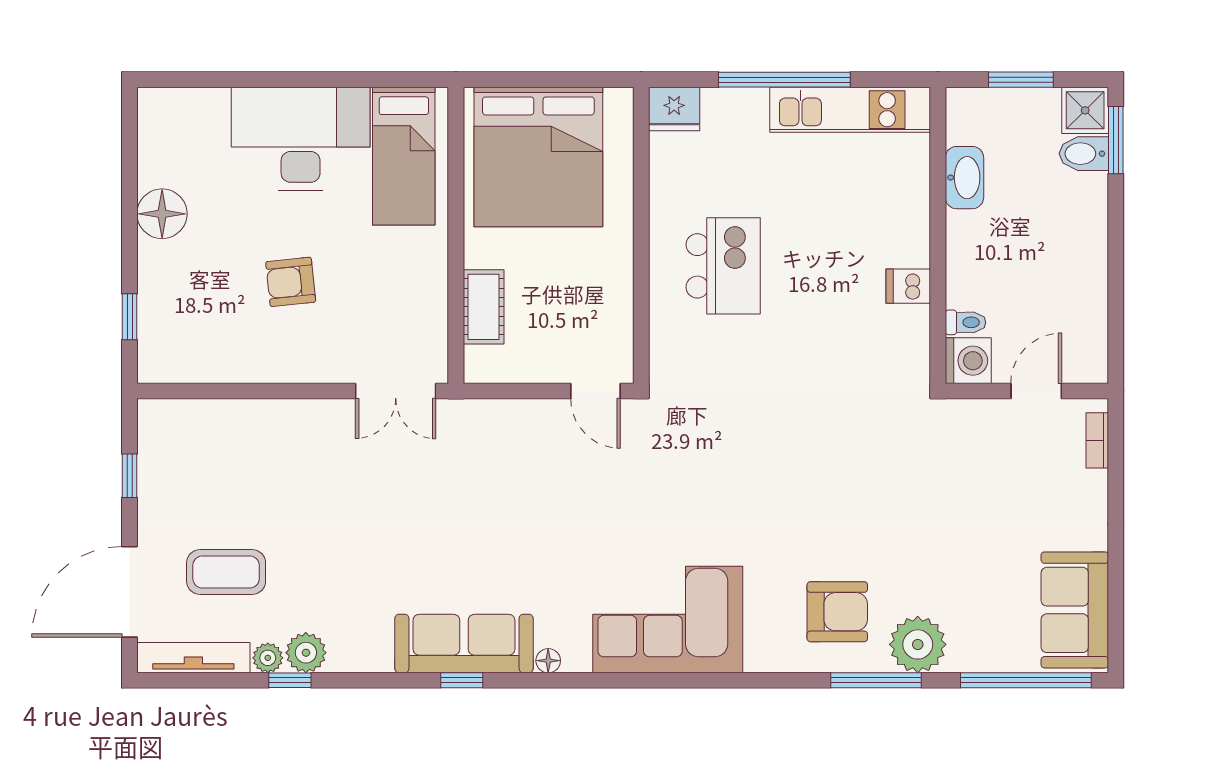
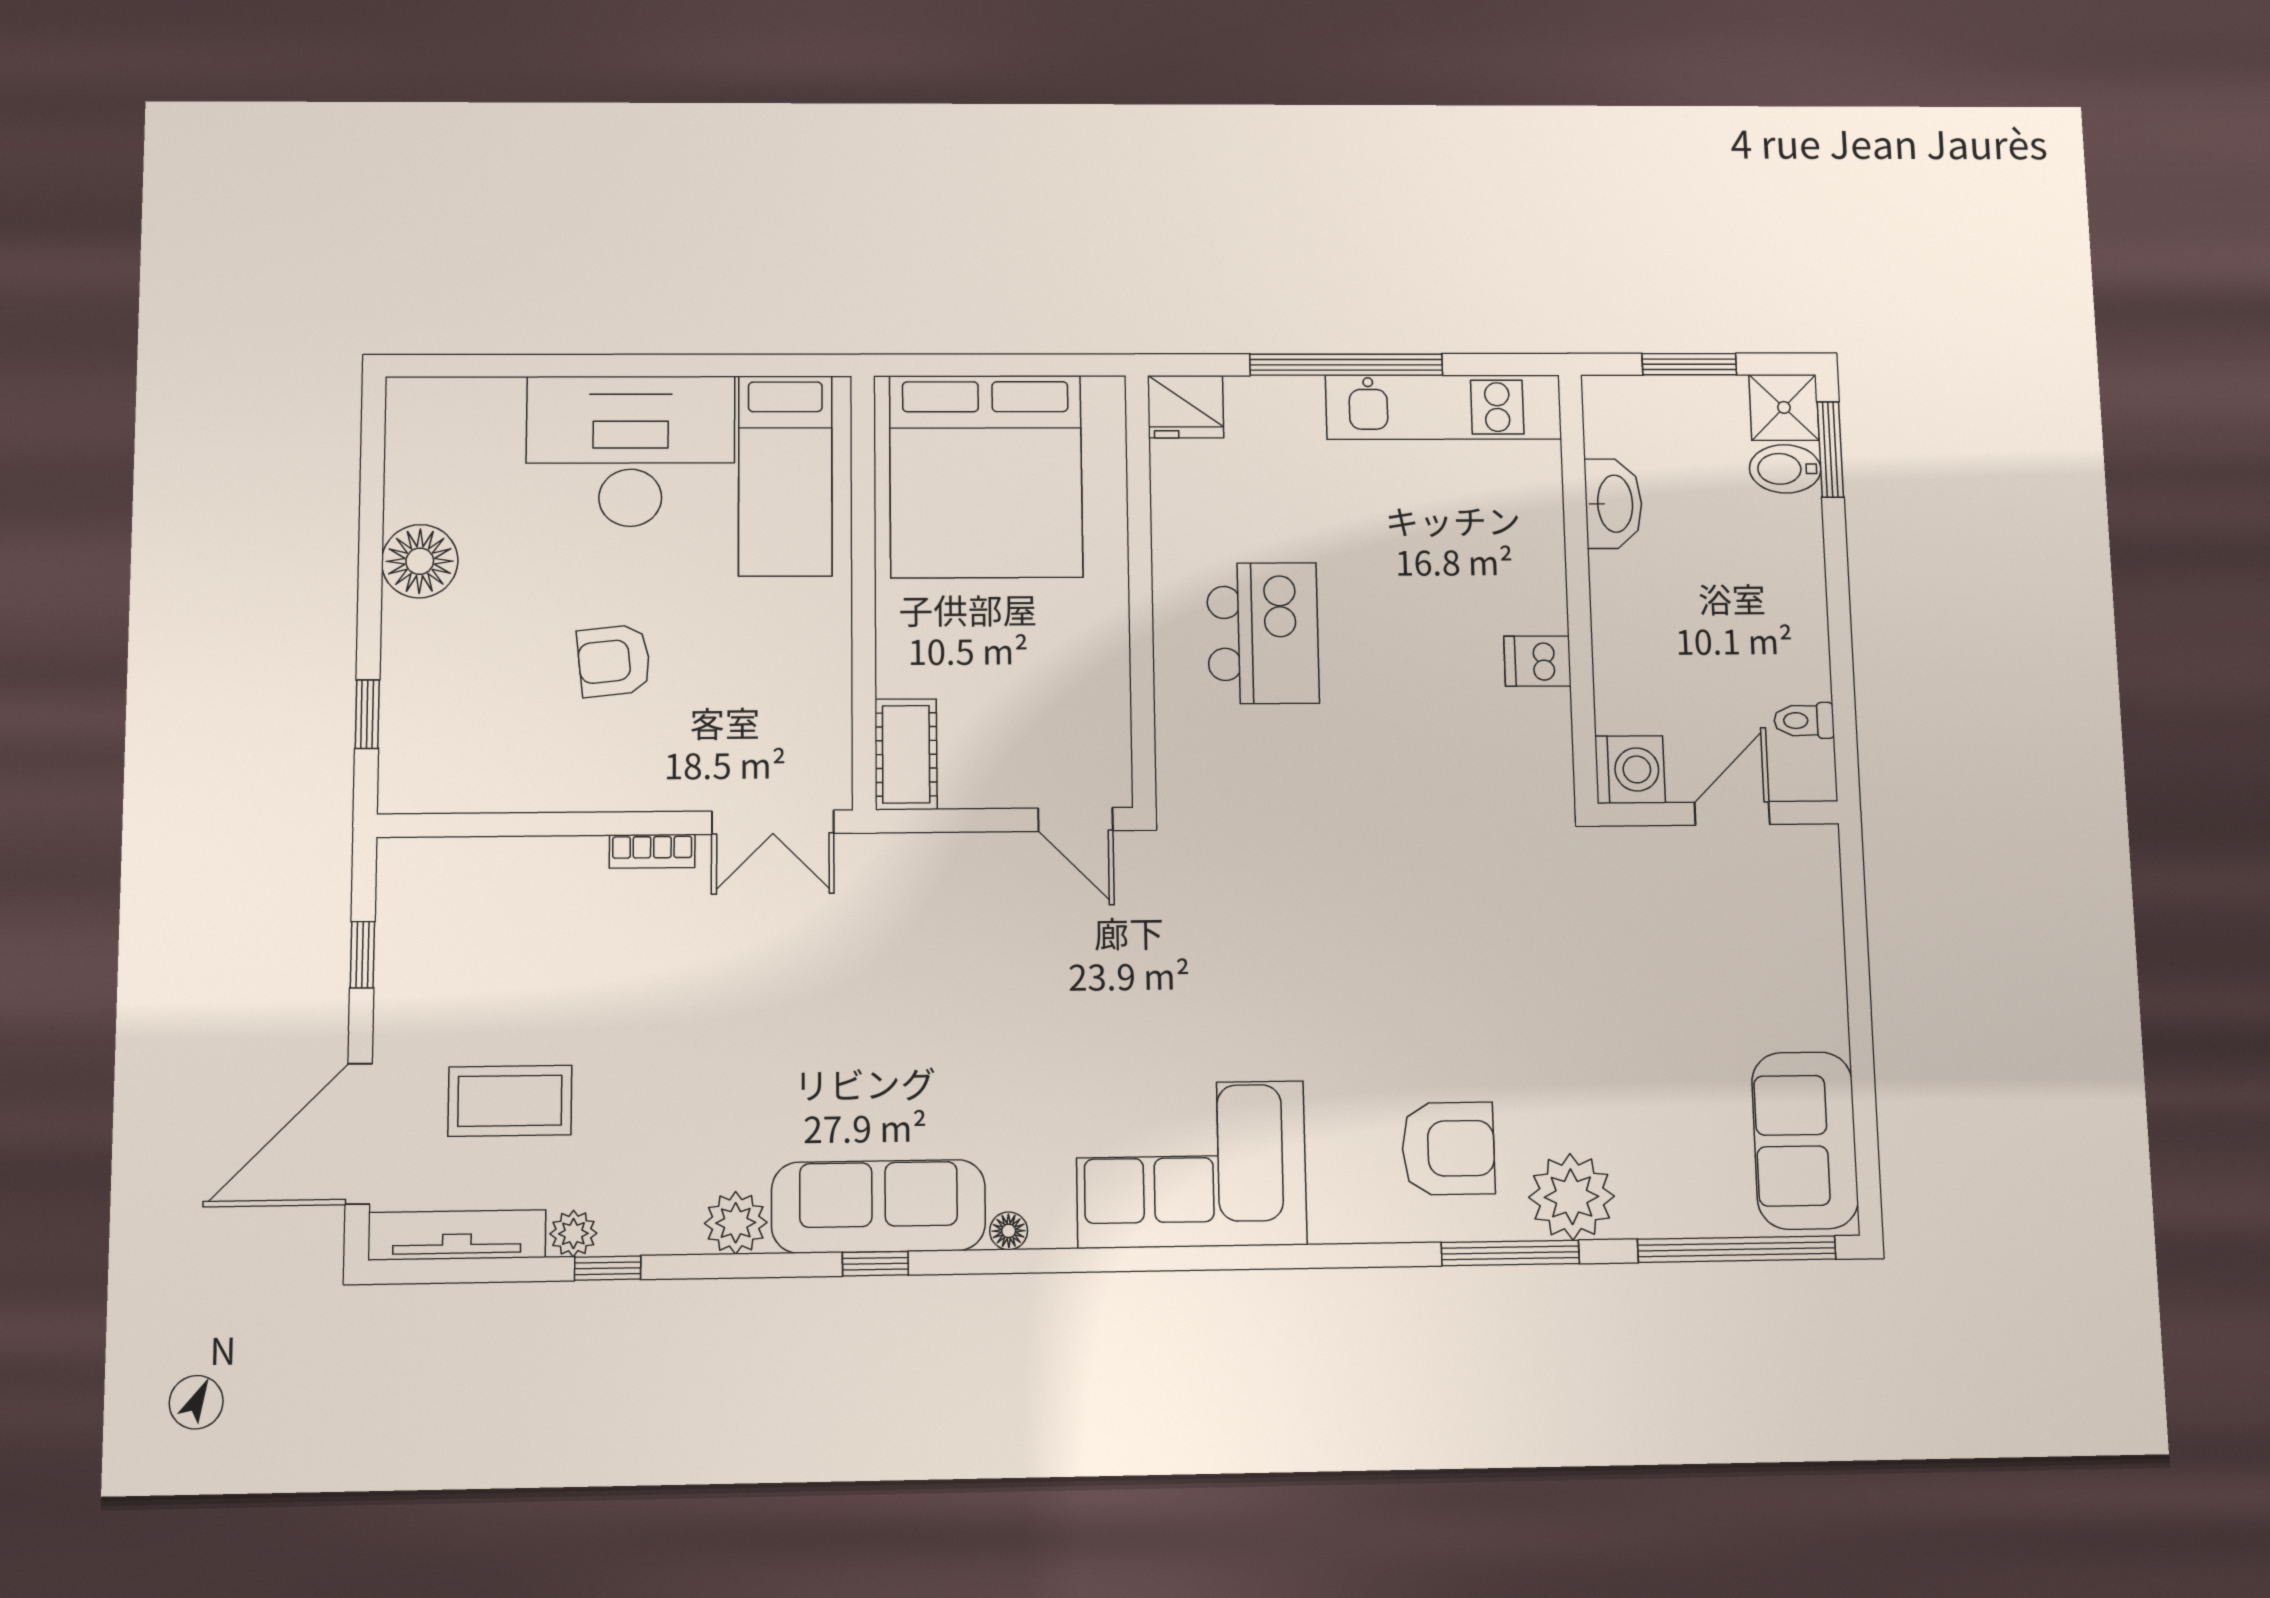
cot: (484, 307) -> (906, 754), moved
toilet: (965, 322) -> (1804, 721), moved, turned 180
bookcase: (1097, 440) -> (652, 851), moved, turned -90
plant: (306, 653) -> (736, 1223), moved

